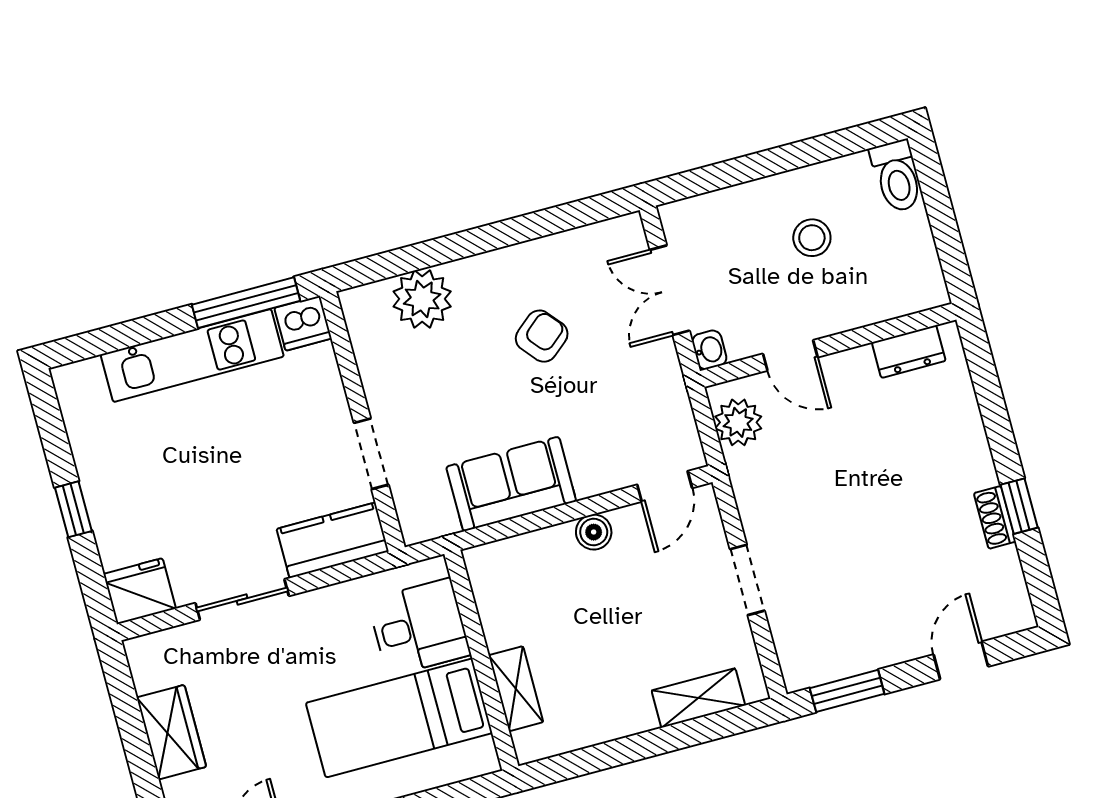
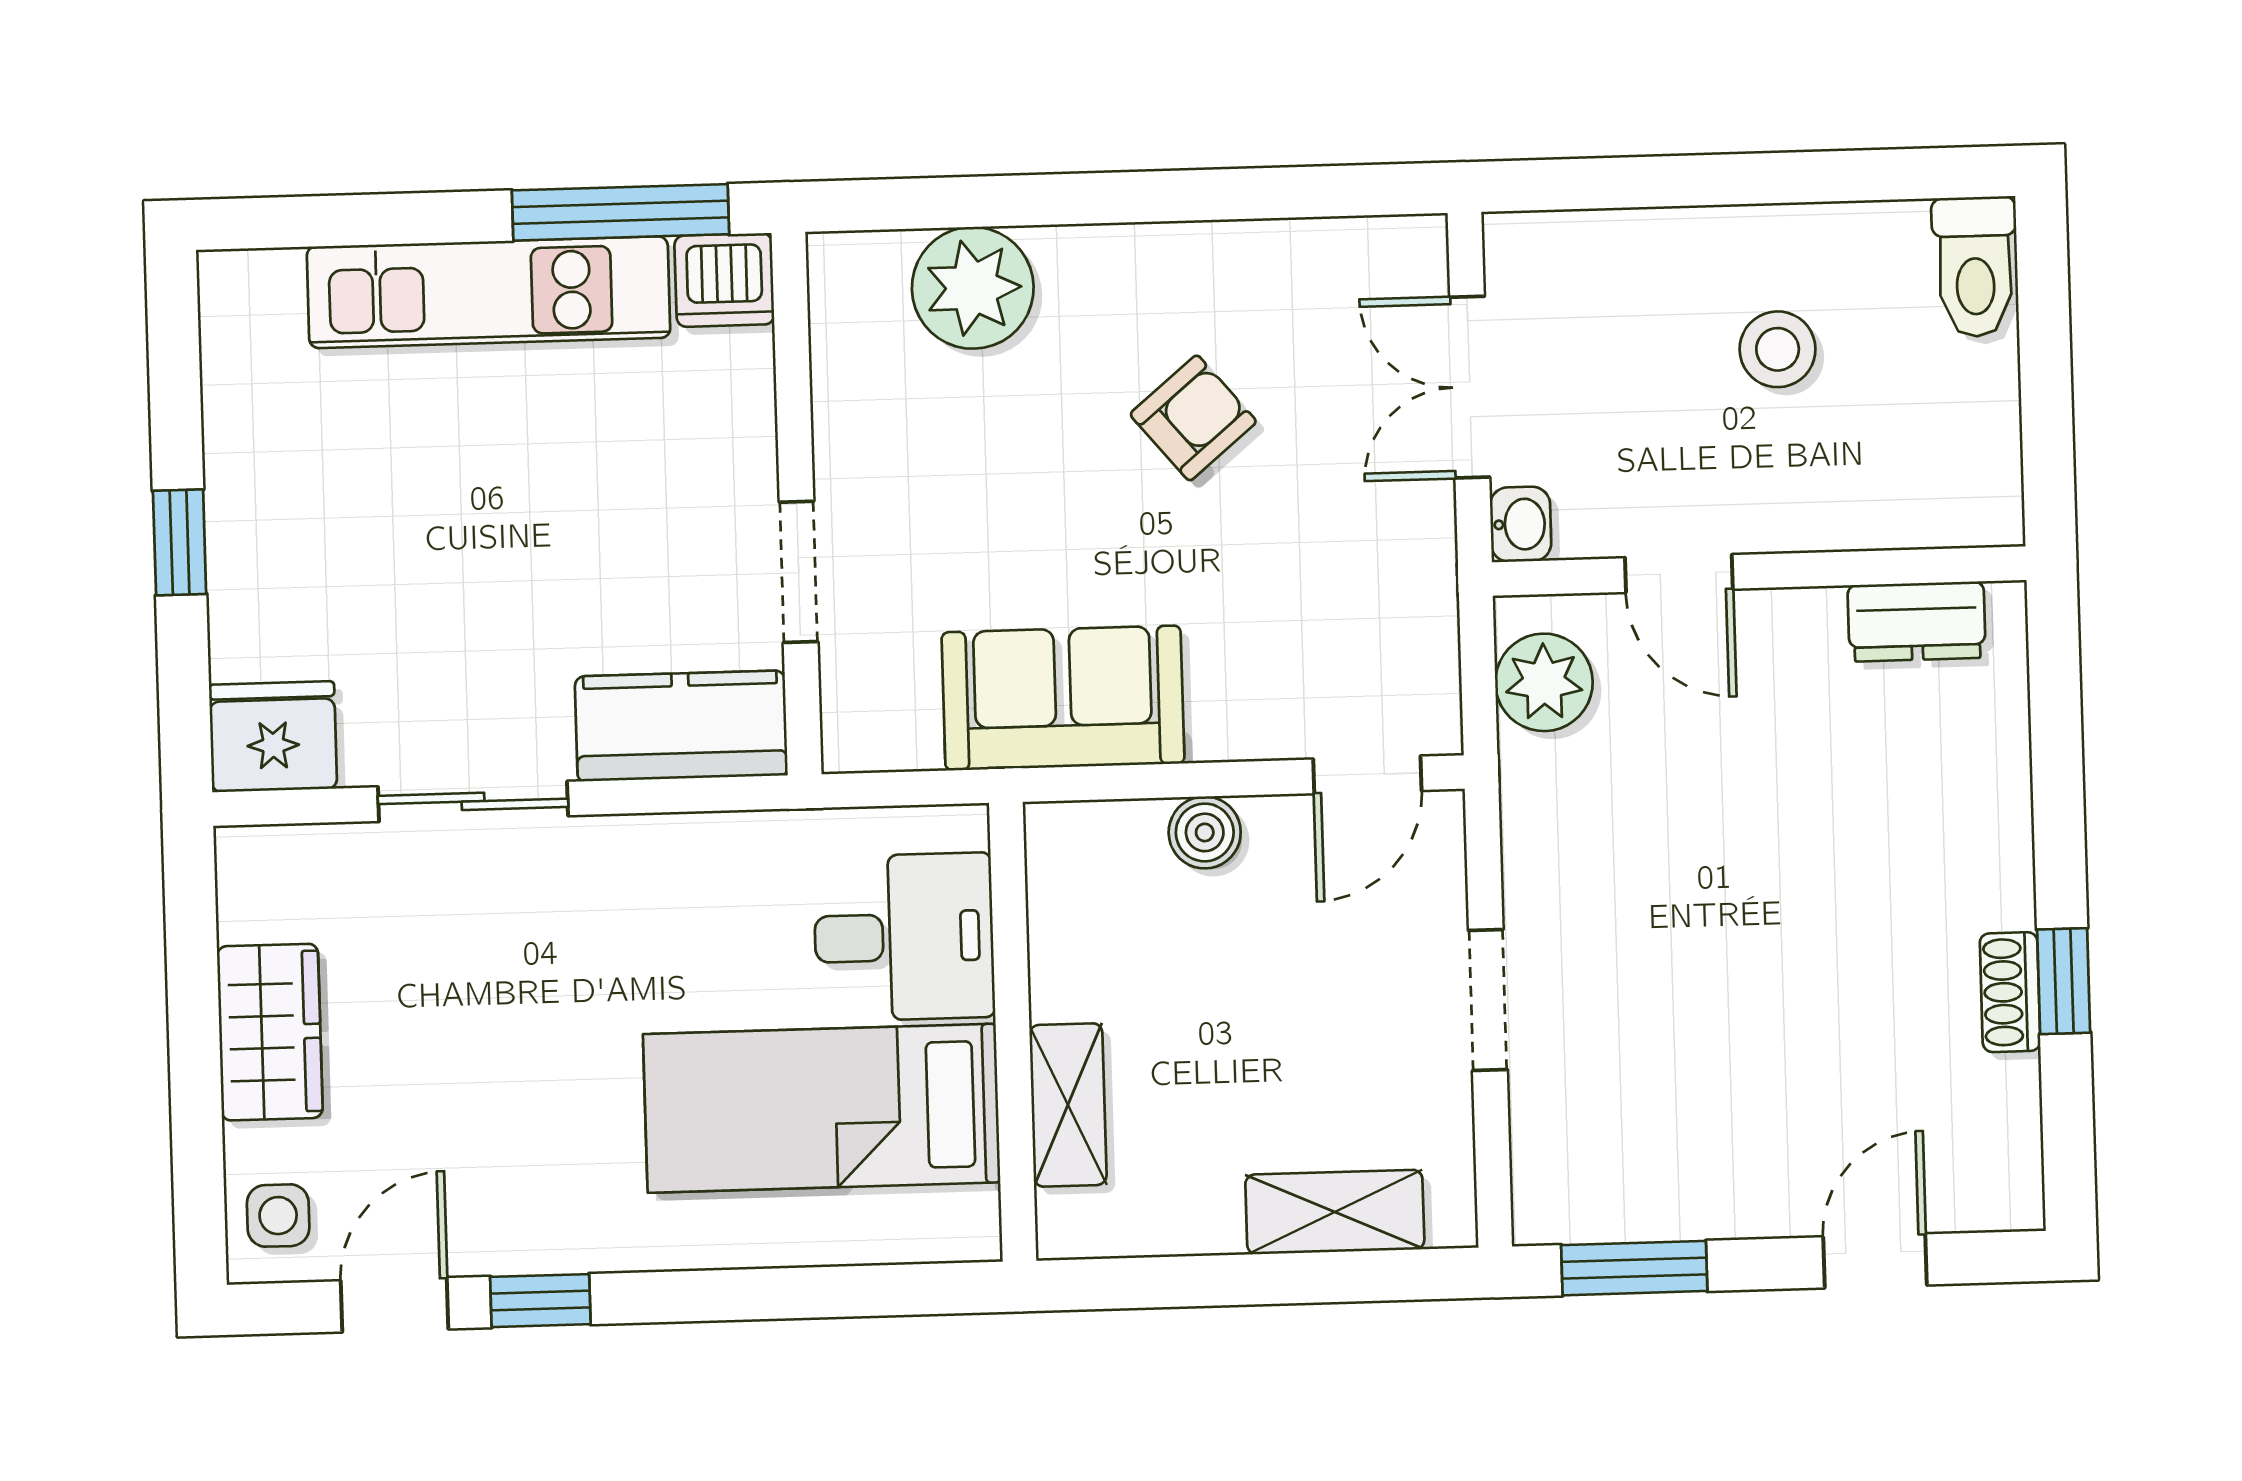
desk: (419, 627) -> (904, 937), moved
wall: (481, 660) -> (1013, 1032), moved
shelving: (516, 689) -> (1068, 1105), moved
bed: (399, 718) -> (822, 1108), moved

